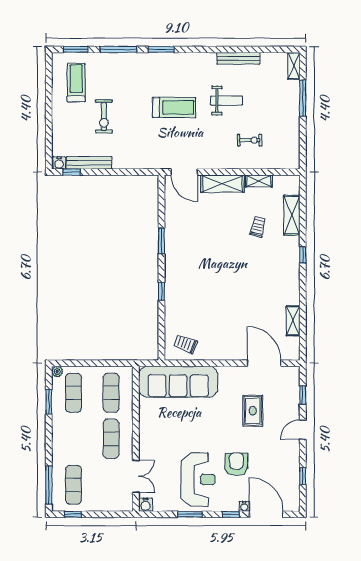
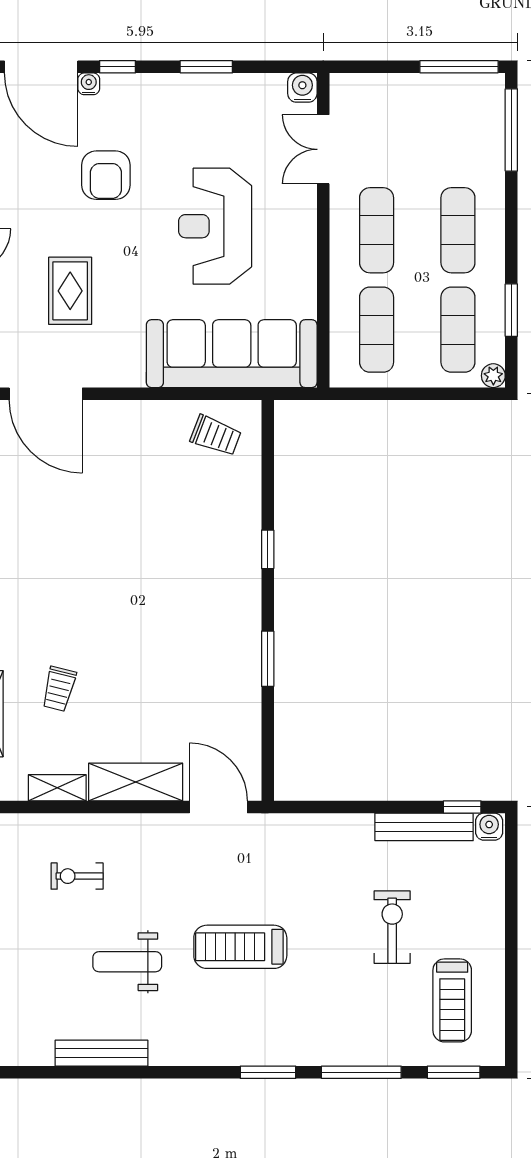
reception desk: (198, 480) -> (215, 226), moved
exercise mat: (74, 485) -> (458, 230), moved
window: (73, 514) -> (459, 67), width x2.17

